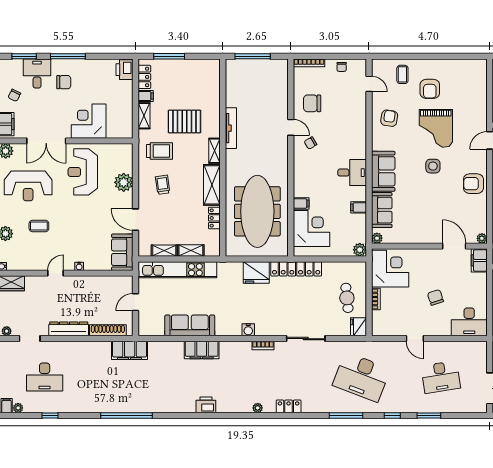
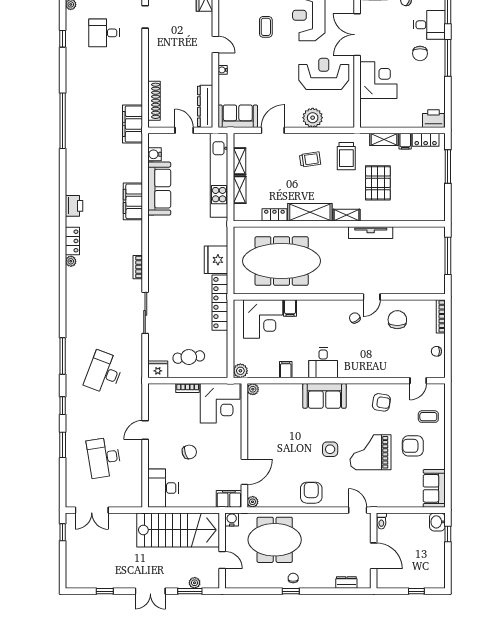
sofa: (382, 210) -> (434, 488), moved, turned 90
dresser: (69, 329) -> (205, 106), moved, turned 180
water cooler: (248, 330) -> (155, 154), moved
desk: (45, 377) -> (104, 33), width x0.73
desk: (361, 377) -> (104, 373), width x0.73, depth x0.77
locker: (289, 406) -> (72, 241), moved

